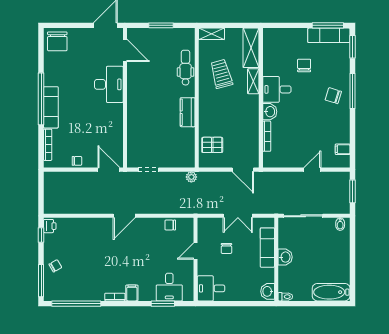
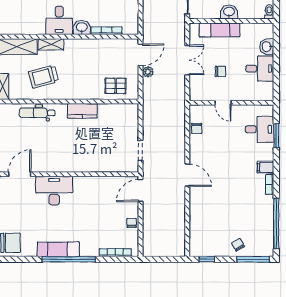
exam couch: (51, 107) -> (58, 249), moved
pallet: (212, 145) -> (115, 86), turned 90
plant: (191, 177) -> (148, 72), moved
printer: (50, 226) -> (198, 251), removed
desk: (211, 288) -> (260, 69), moved, turned -90
washbasin: (268, 291) -> (267, 47), moved, turned 90

